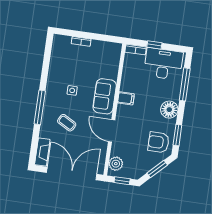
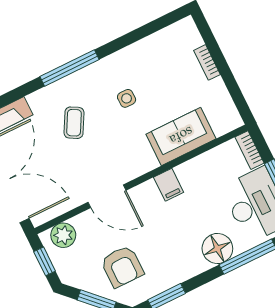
sofa: (105, 96) -> (181, 136), moved
floor lamp: (169, 110) -> (217, 249), moved
door: (112, 131) -> (107, 196), swing flipped
armchair: (159, 142) -> (122, 266), moved, turned 180

